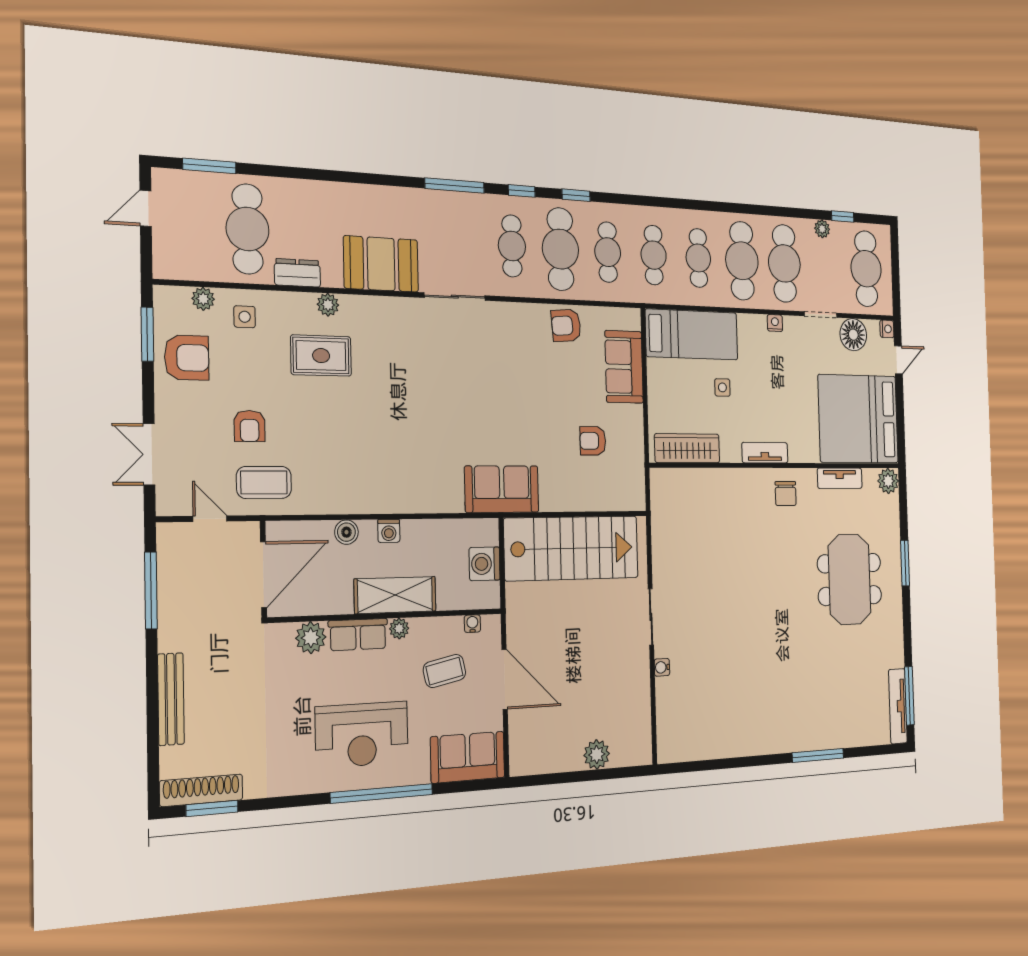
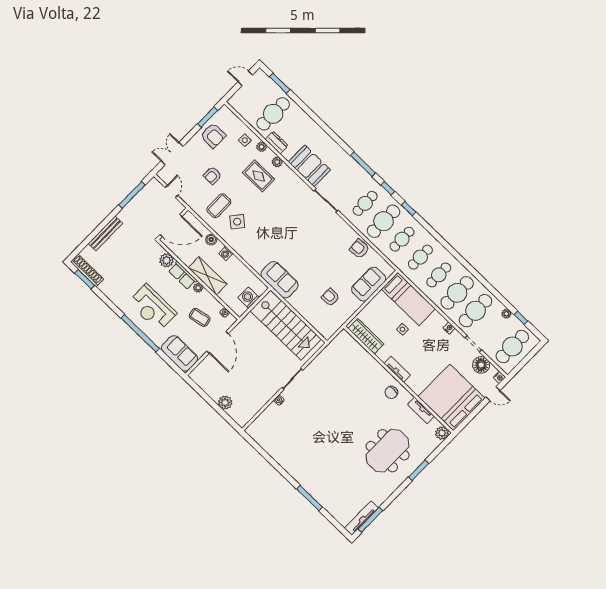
plant: (203, 299) -> (262, 147), moved
side table: (358, 463) -> (237, 222), added
coffee table: (264, 482) -> (219, 206), moved, turned 90

